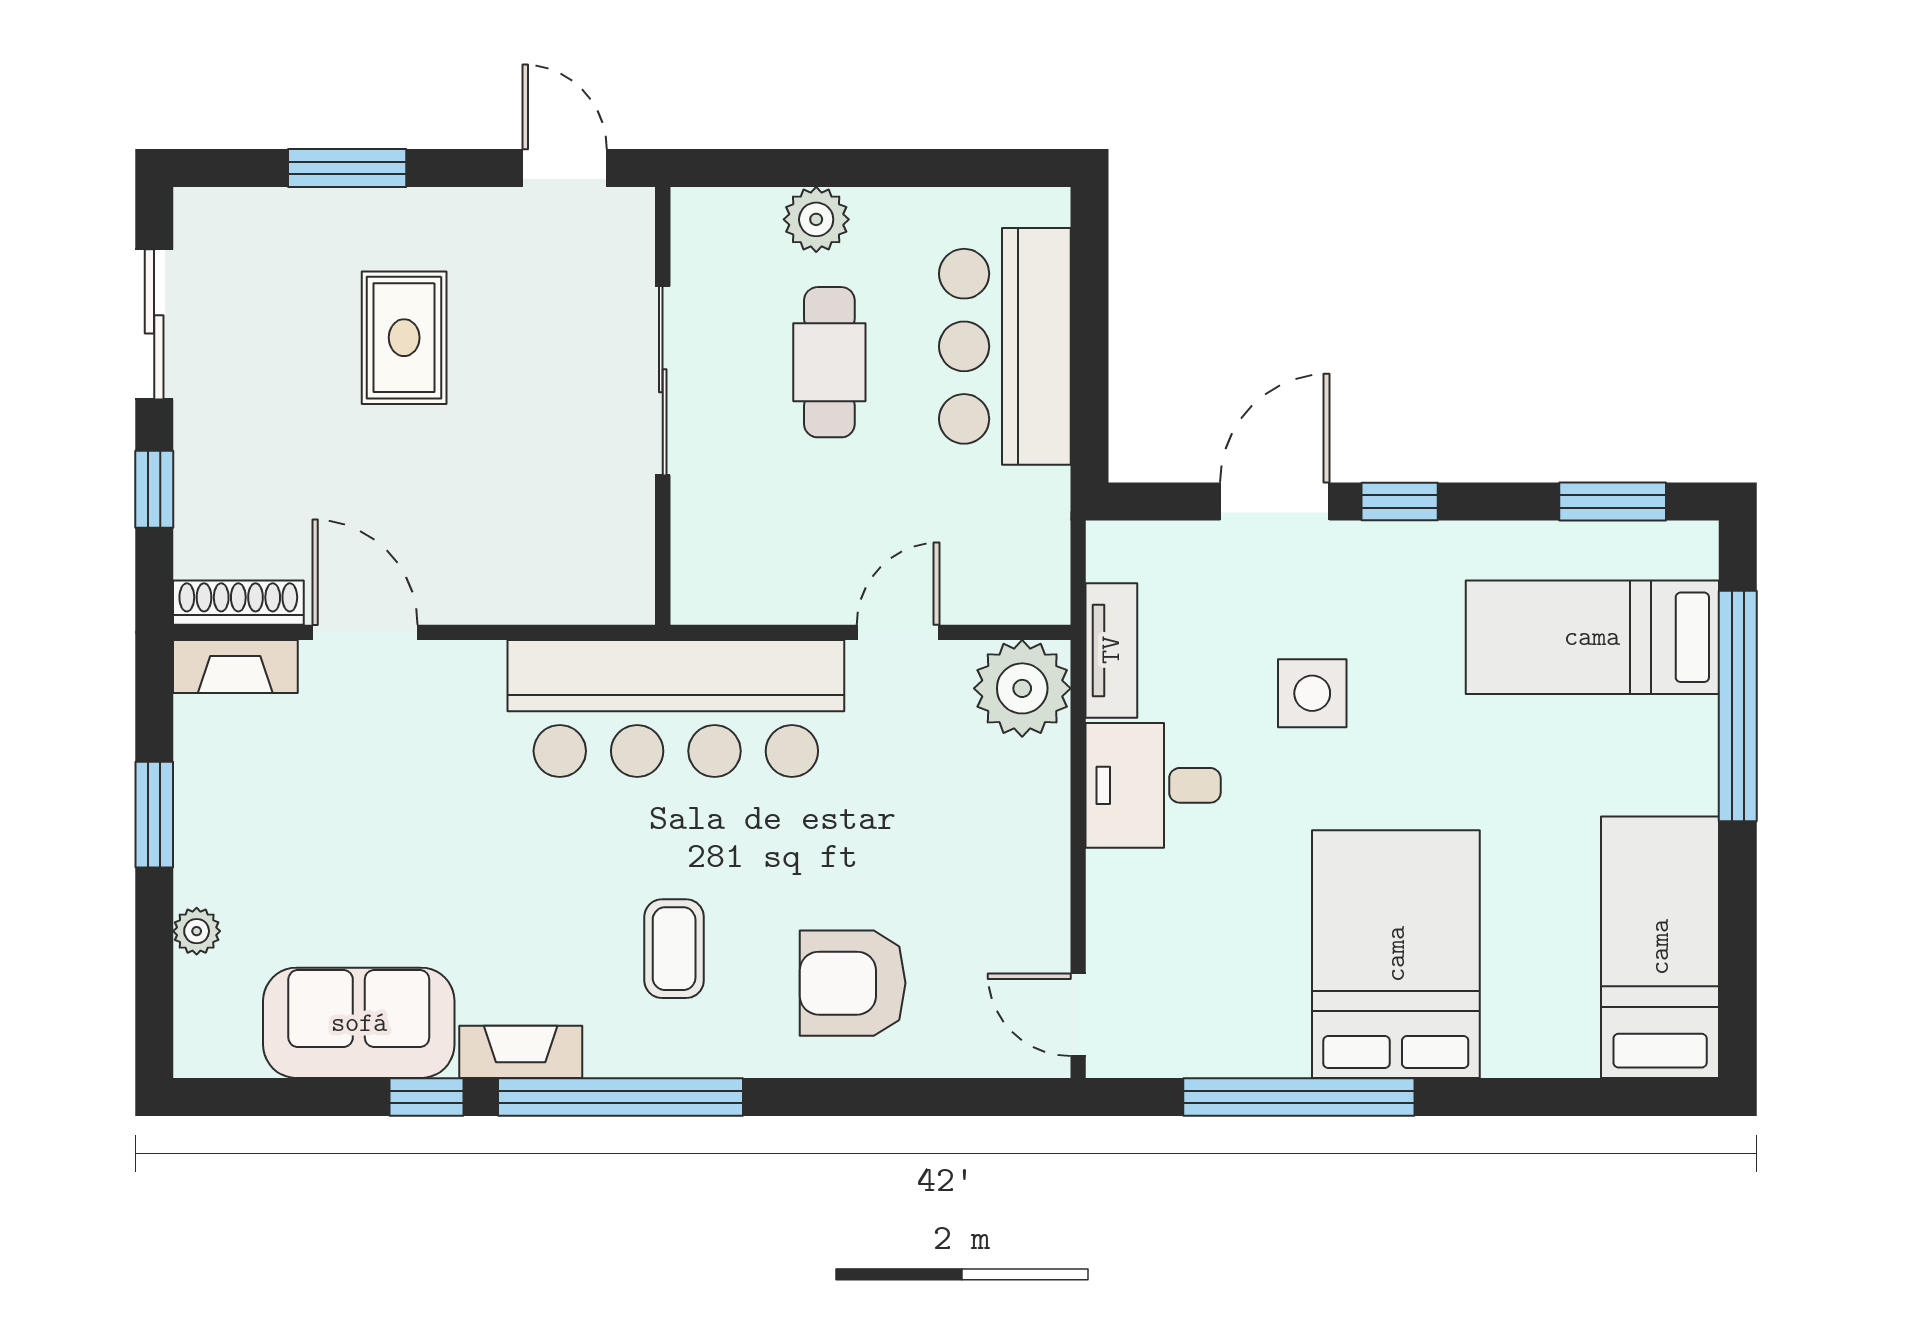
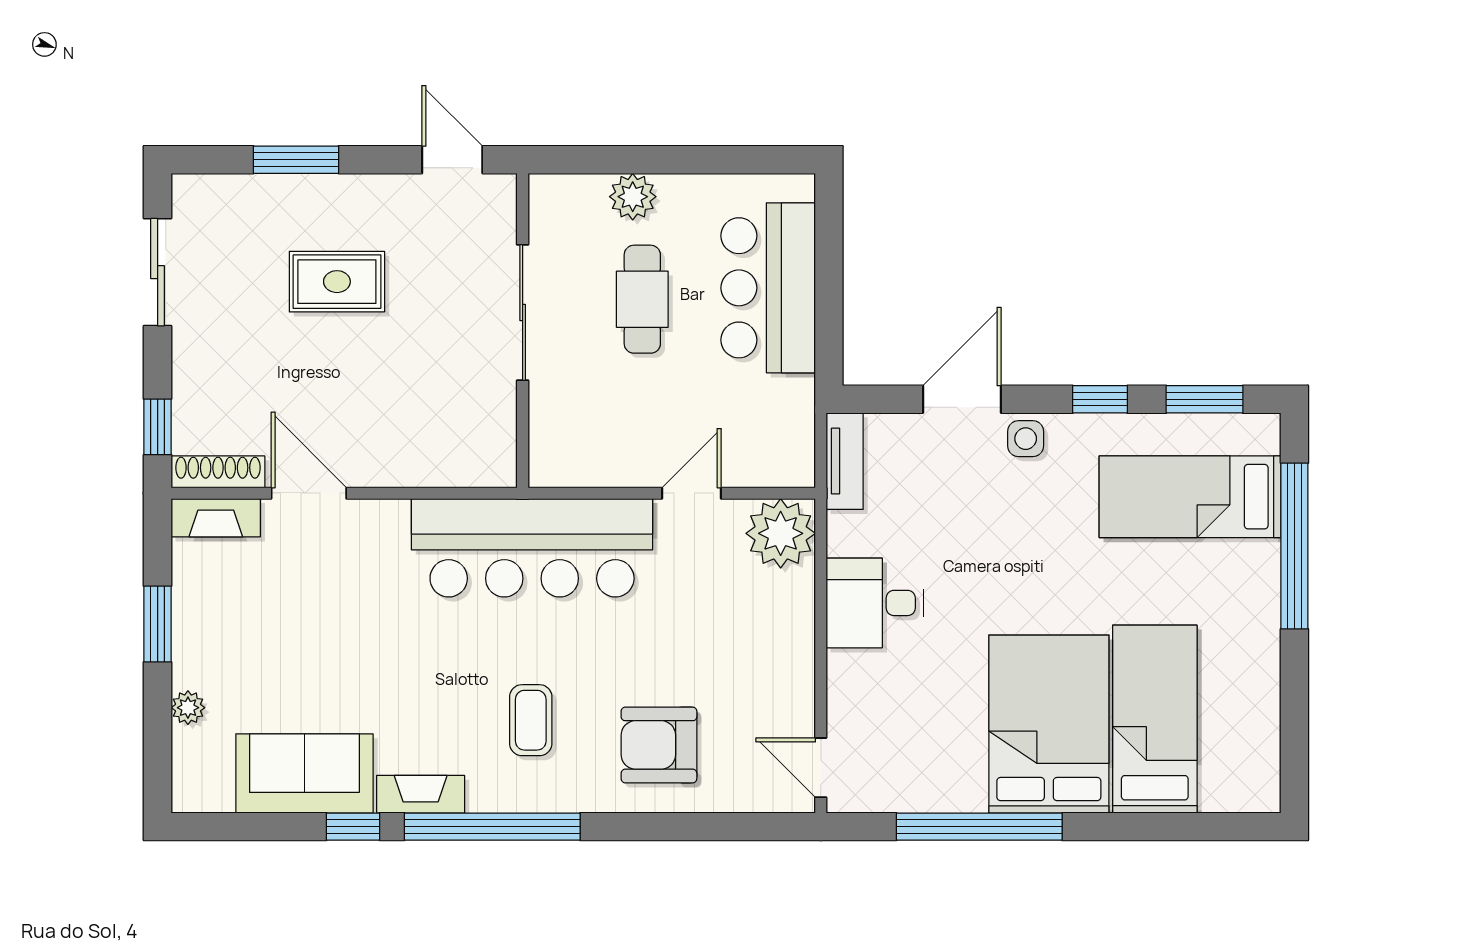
rug: (404, 338) -> (337, 282), turned 90
window: (154, 489) -> (158, 427), moved
window: (1400, 502) -> (1100, 399), moved
tv unit: (1111, 650) -> (845, 461), moved
side table: (1312, 693) -> (1026, 439), moved, width x0.73, depth x0.73
bed: (1660, 947) -> (1155, 719), moved

